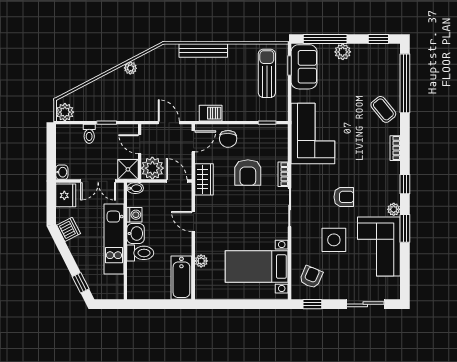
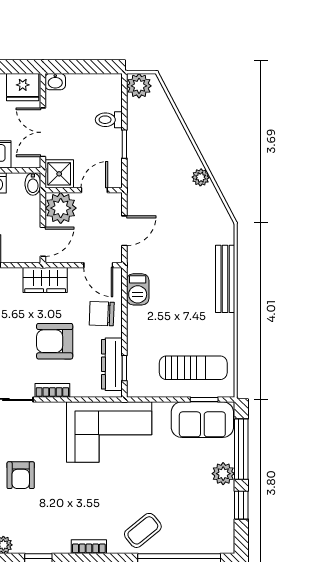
window: (378, 39) -> (241, 505), moved
dresser: (264, 132) -> (112, 364), added

